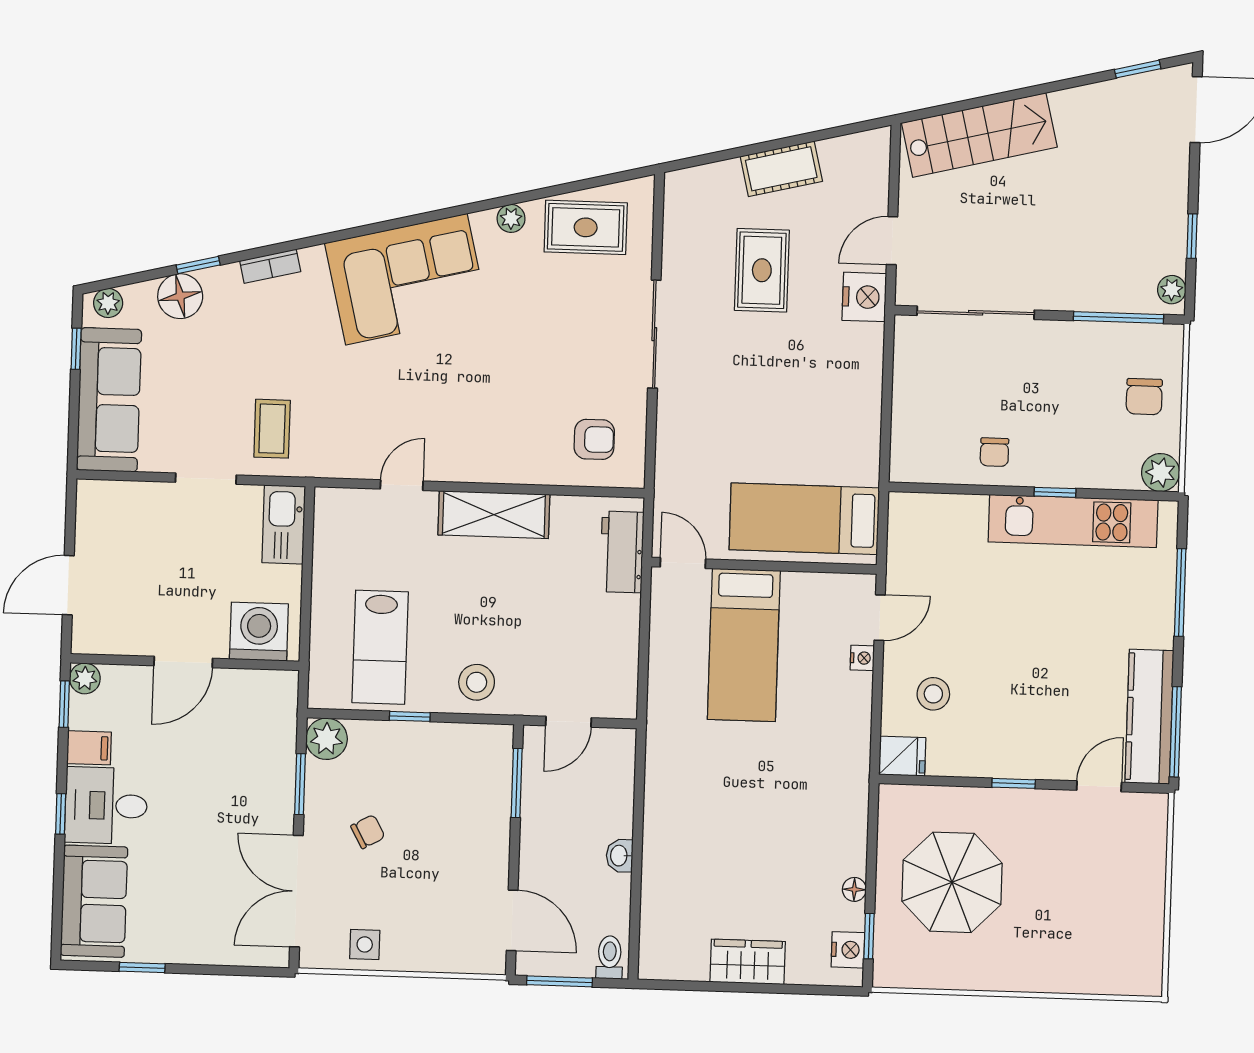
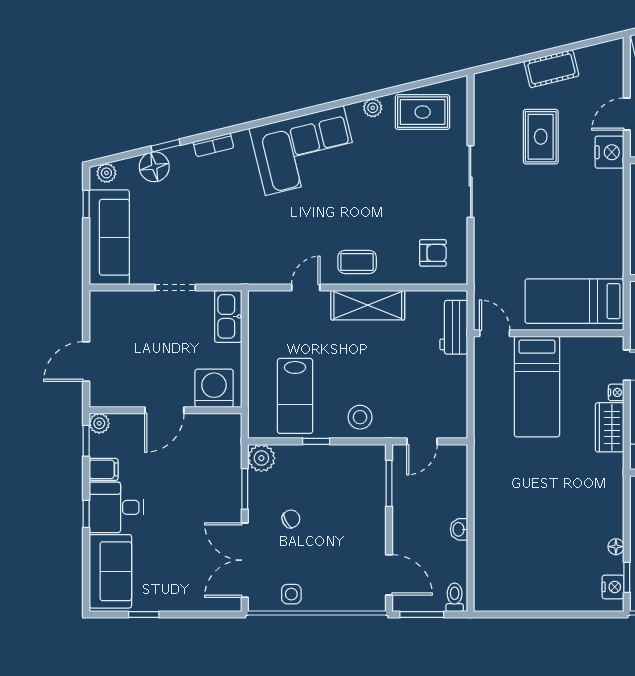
coffee table: (272, 429) -> (357, 262), moved, turned 90
wardrobe: (748, 962) -> (610, 427), moved, turned -90

